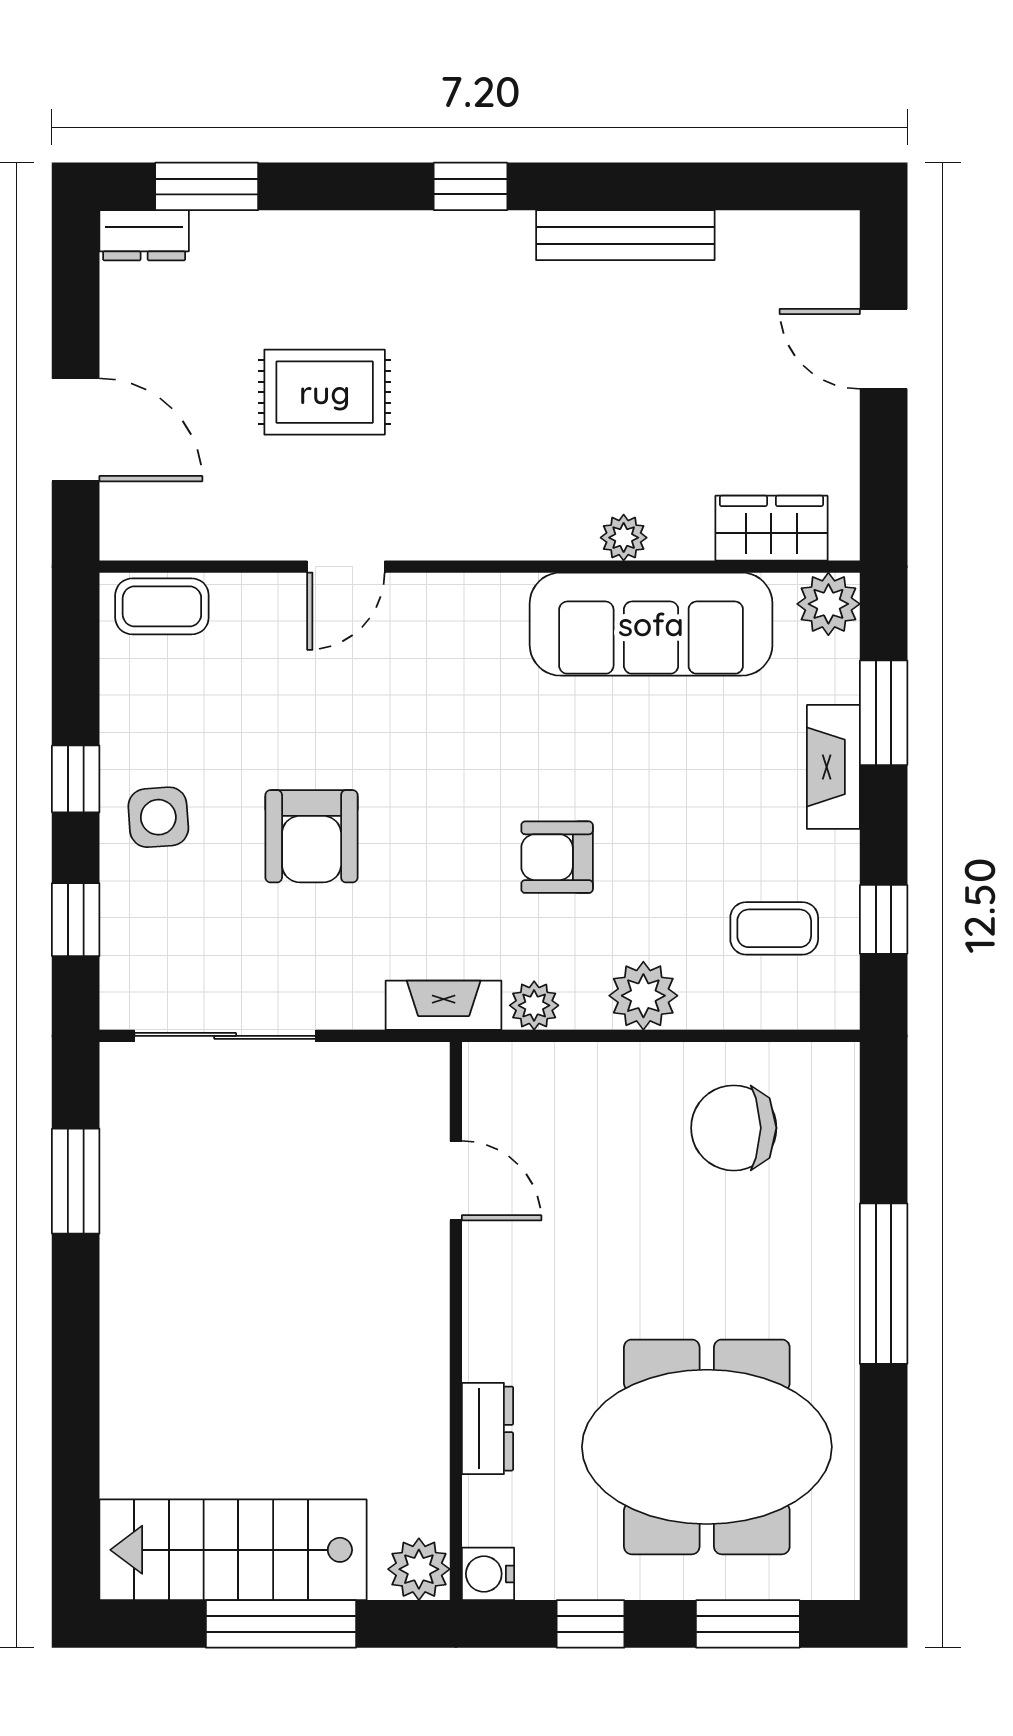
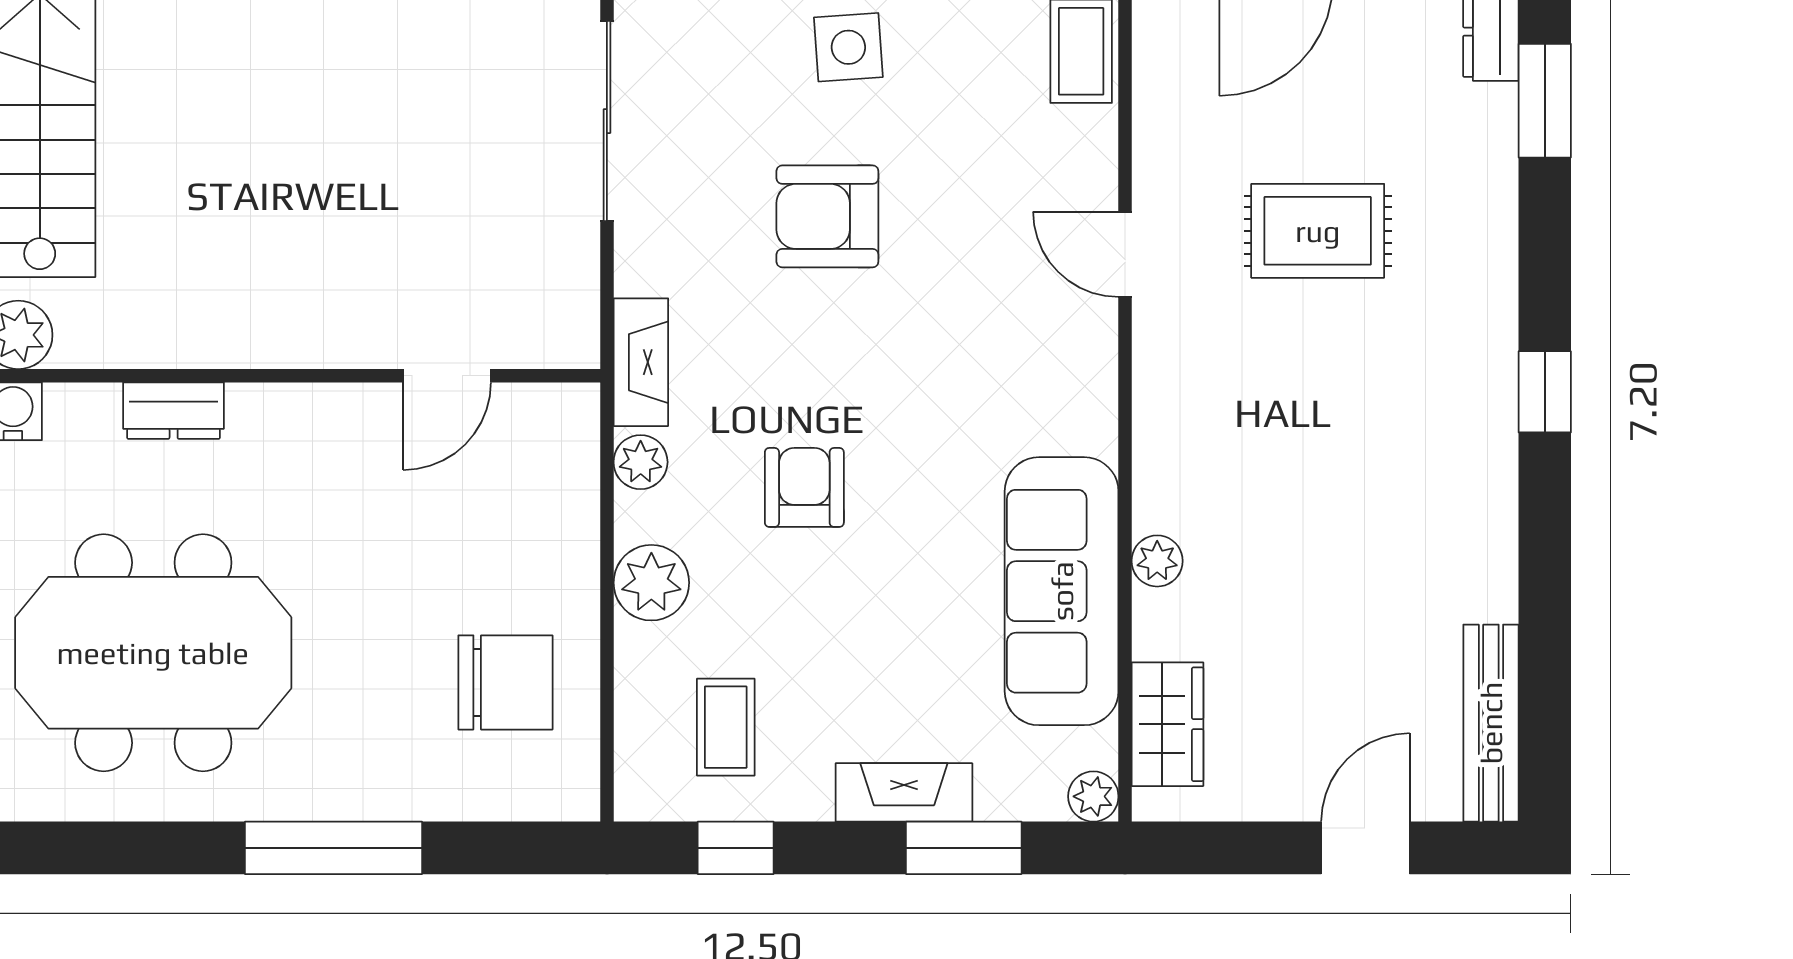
bench: (625, 235) -> (1491, 723), moved
rug: (325, 392) -> (1318, 231), turned 90
plant: (828, 604) -> (1093, 796), width x0.73, depth x0.73
chair: (734, 1128) -> (505, 682), turned 90
meeting table: (707, 1447) -> (153, 653), turned 90

